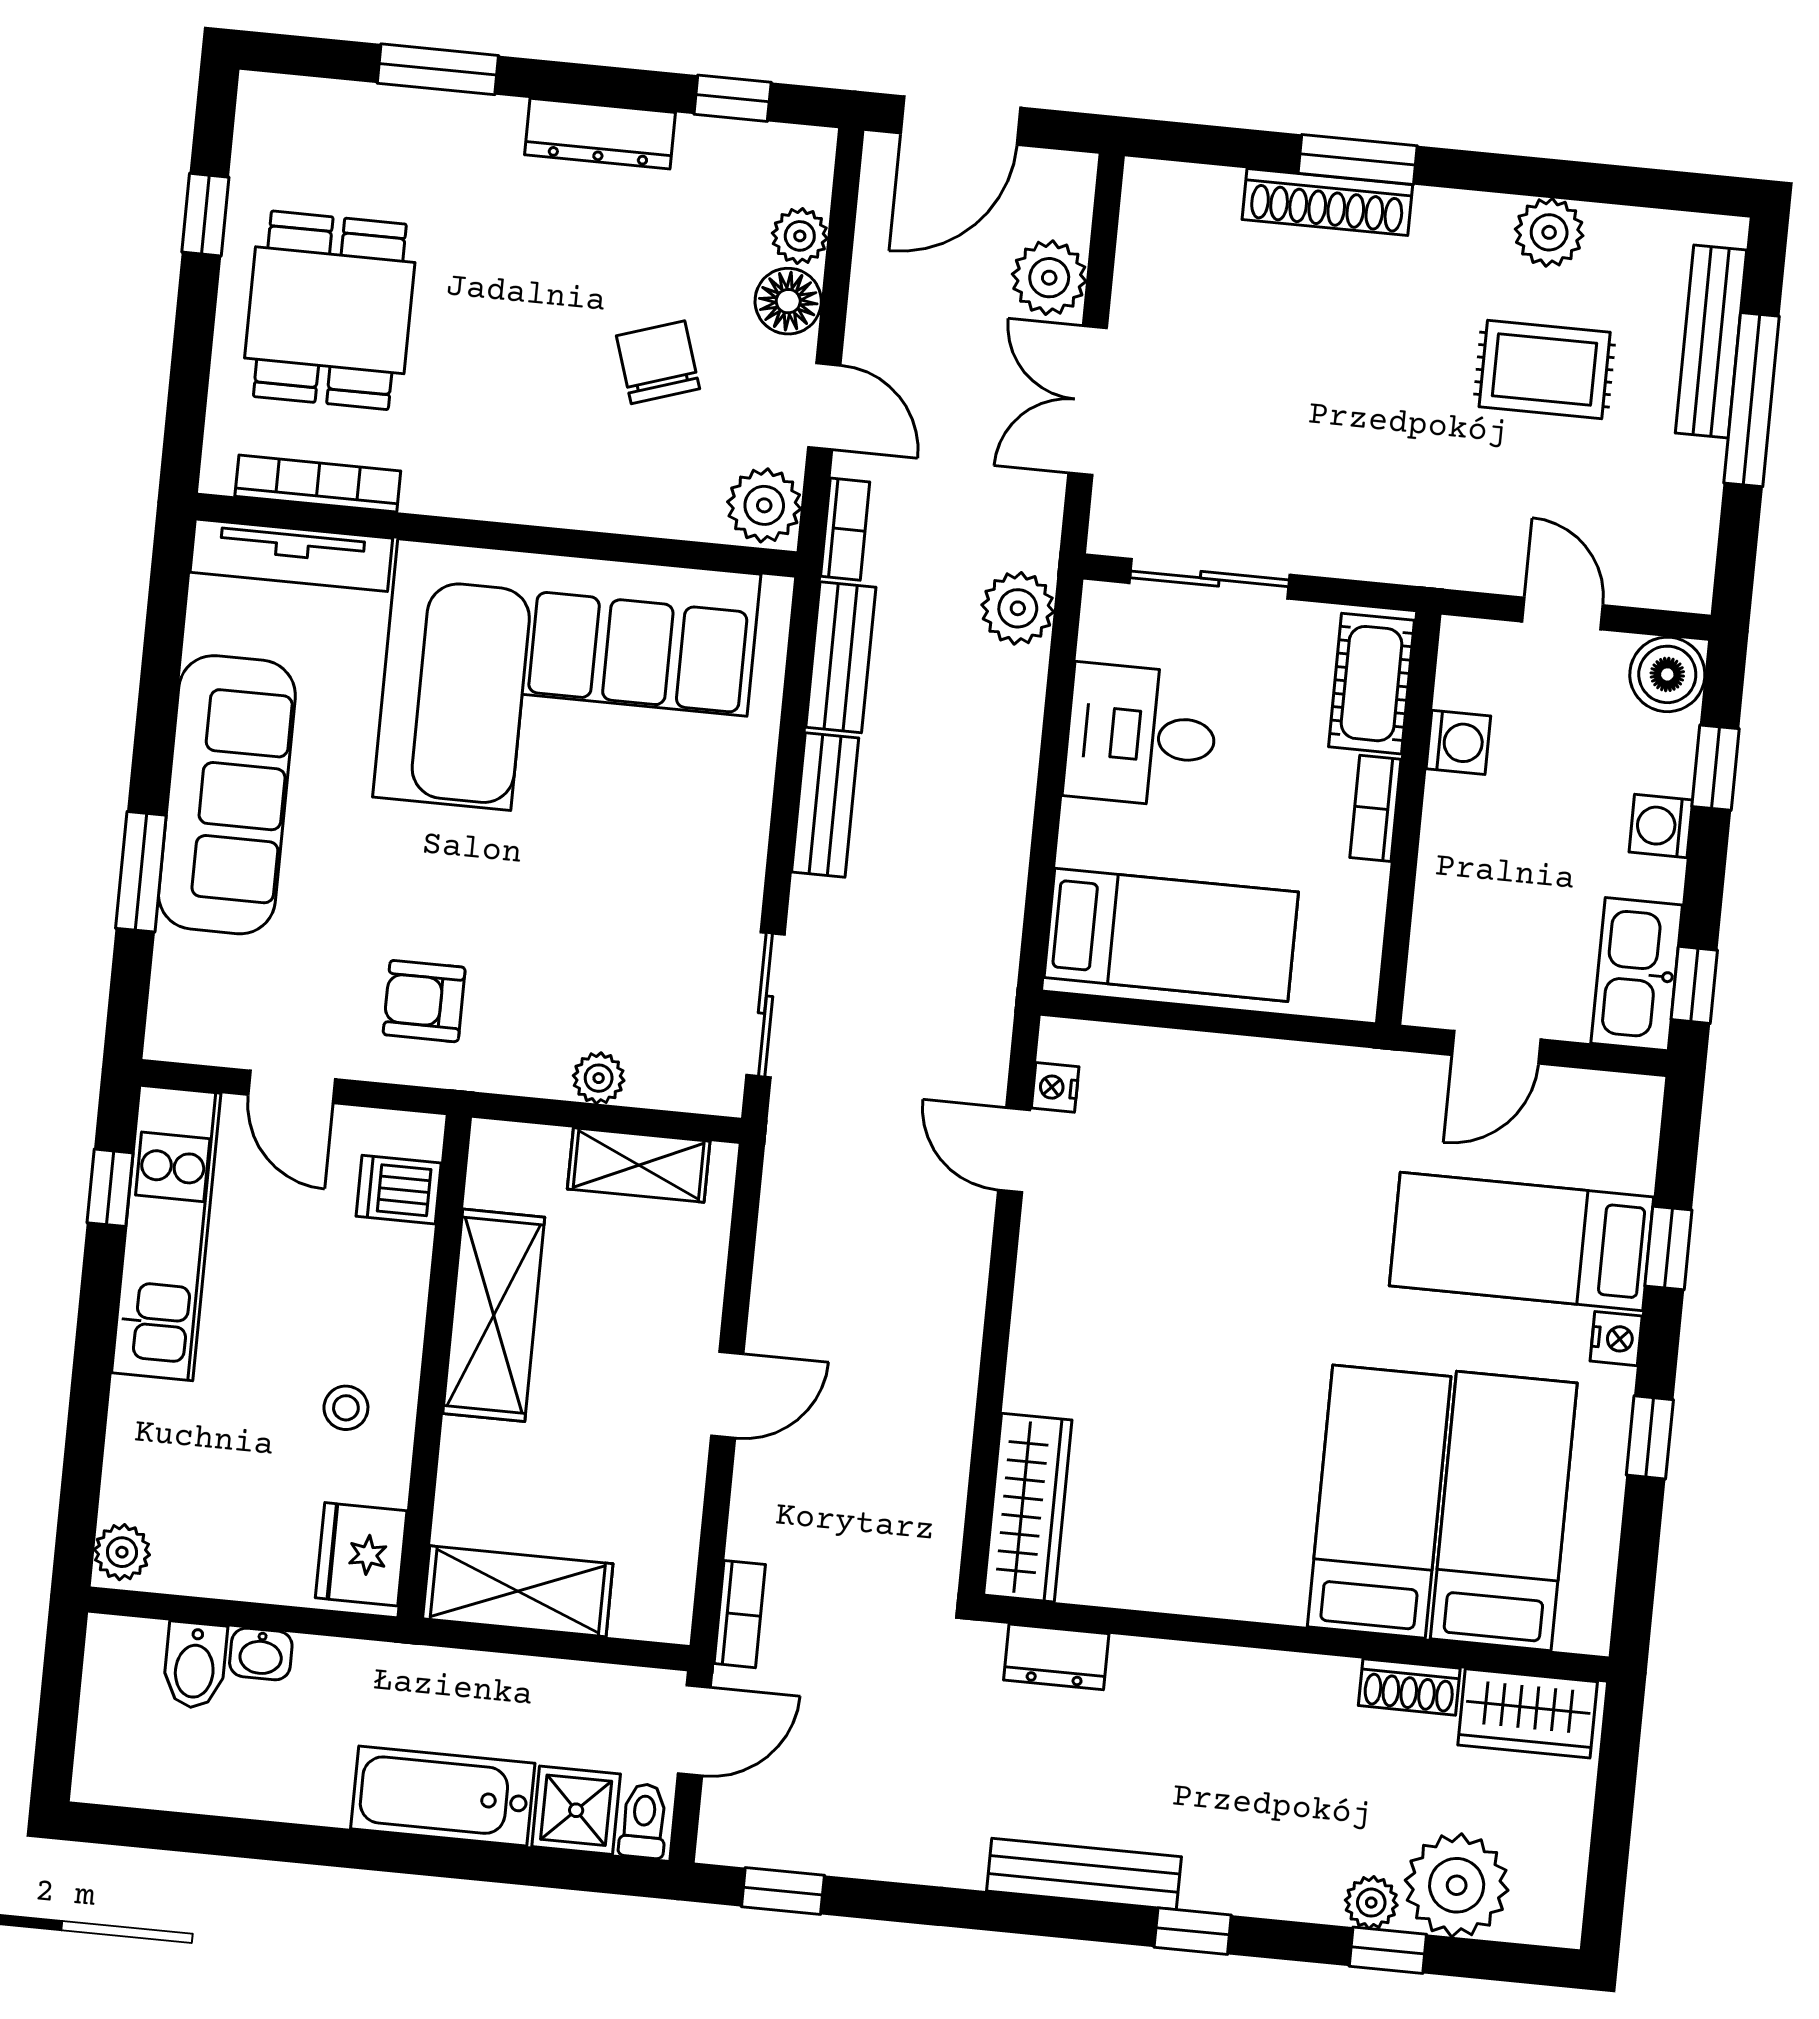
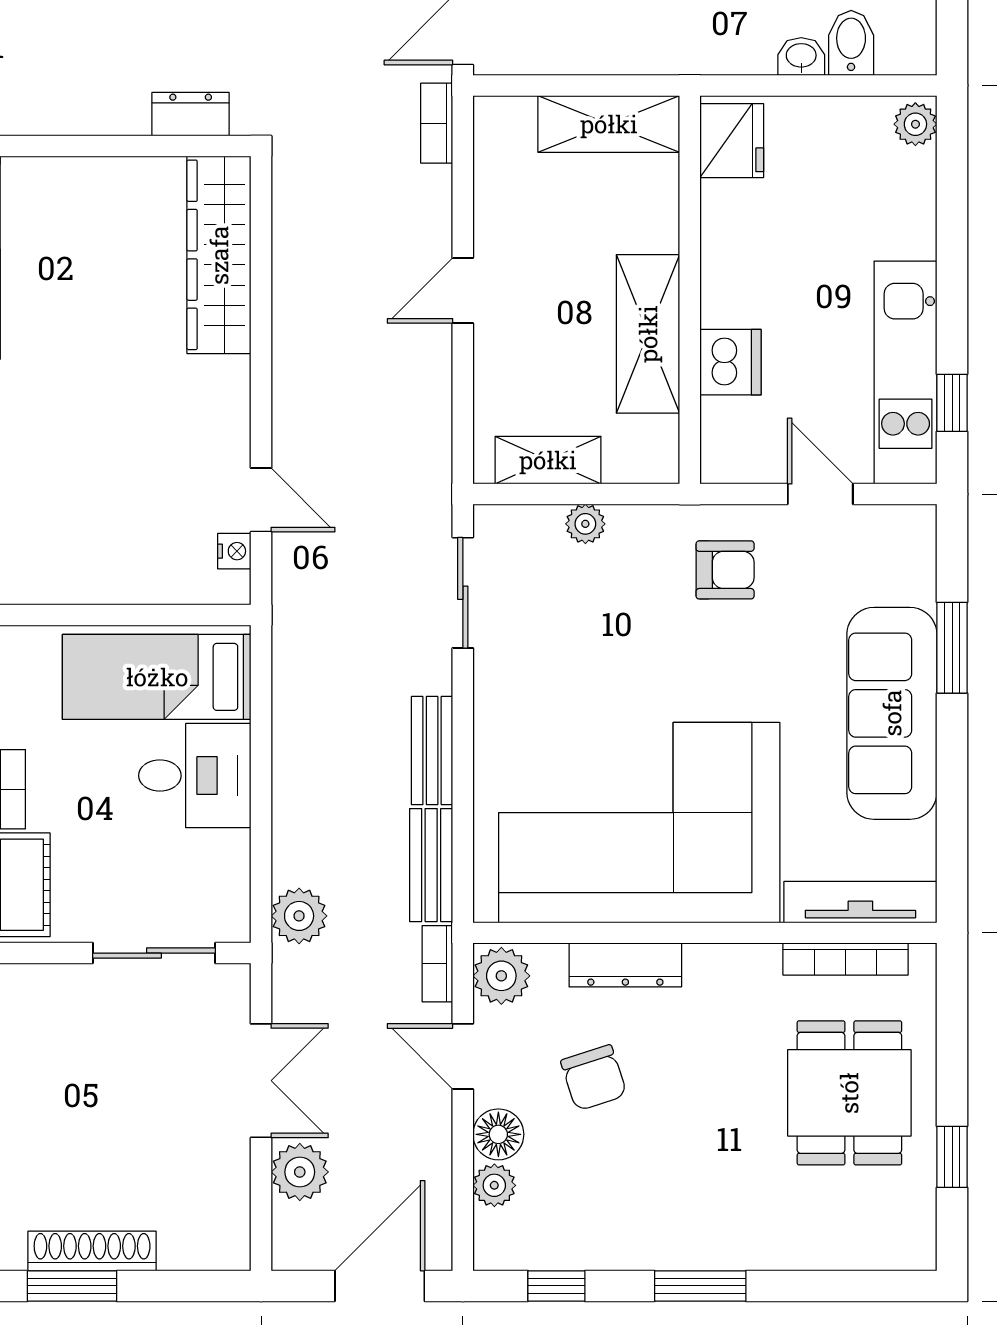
window: (438, 69) -> (700, 1286), moved
dresser: (600, 134) -> (625, 965), moved, turned 180
desk: (1141, 736) -> (195, 776), moved
dishwasher: (399, 1190) -> (730, 362), moved, width x1.38
stool: (346, 1408) -> (754, 252), removed
wardrobe: (1028, 1508) -> (219, 255), width x1.40, depth x1.17

